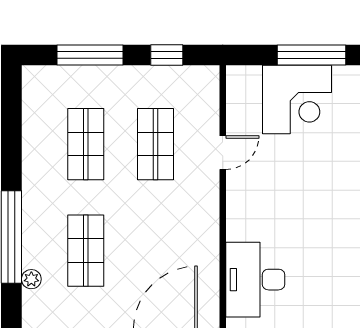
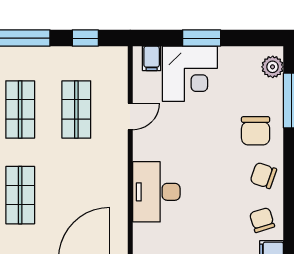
window: (312, 55) -> (202, 38), width x0.69
filing cabinet: (249, 80) -> (152, 58), added
desk: (255, 280) -> (156, 192), moved

